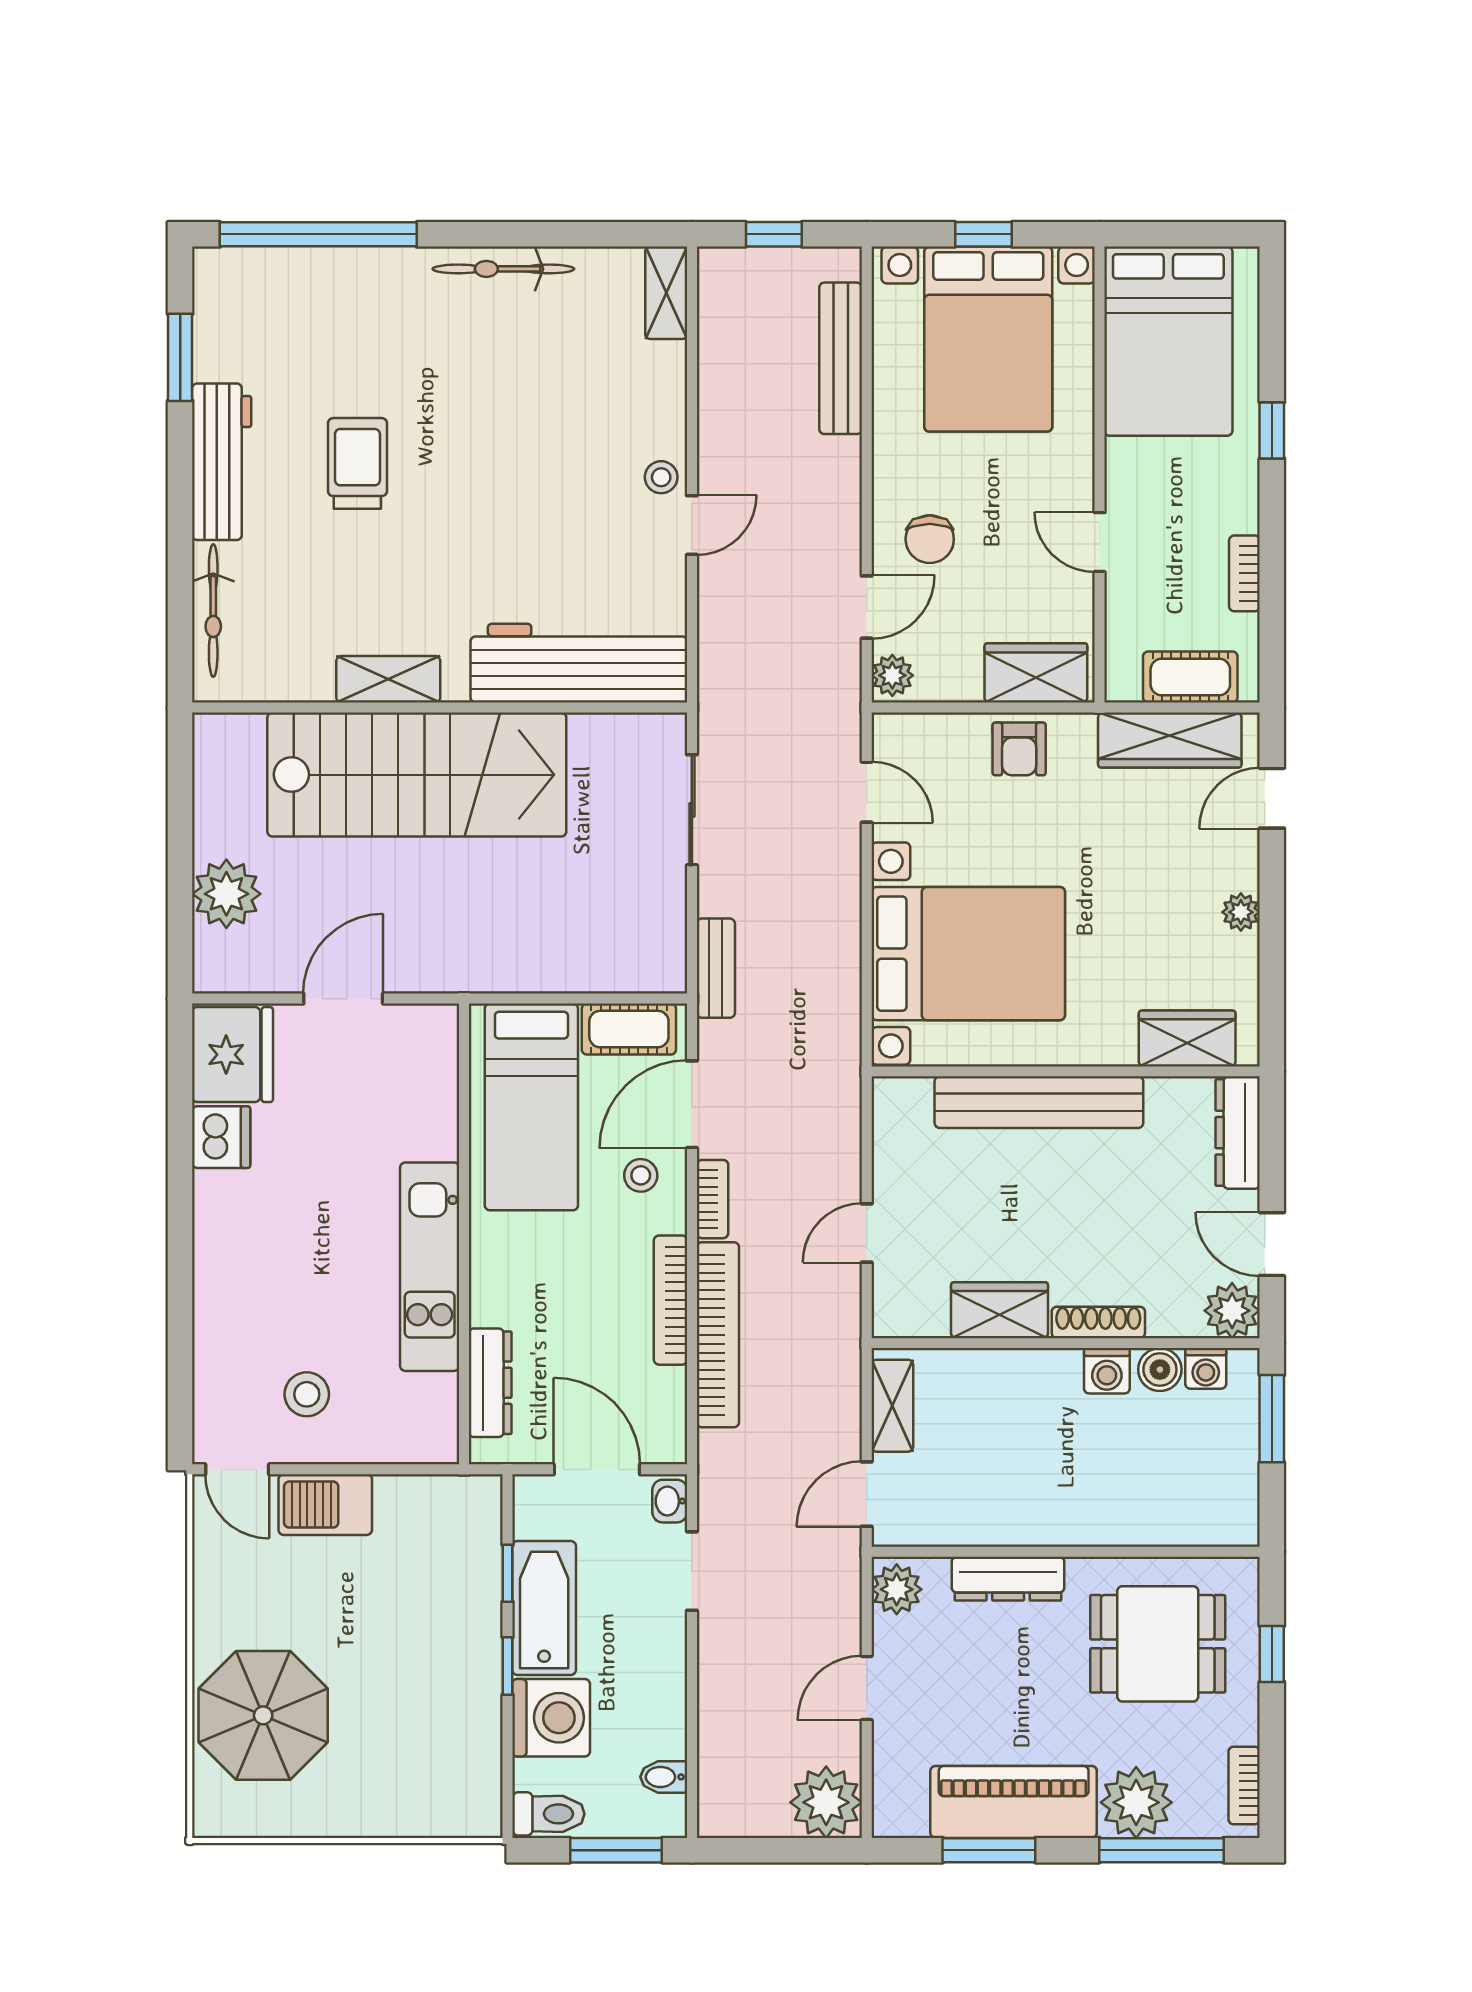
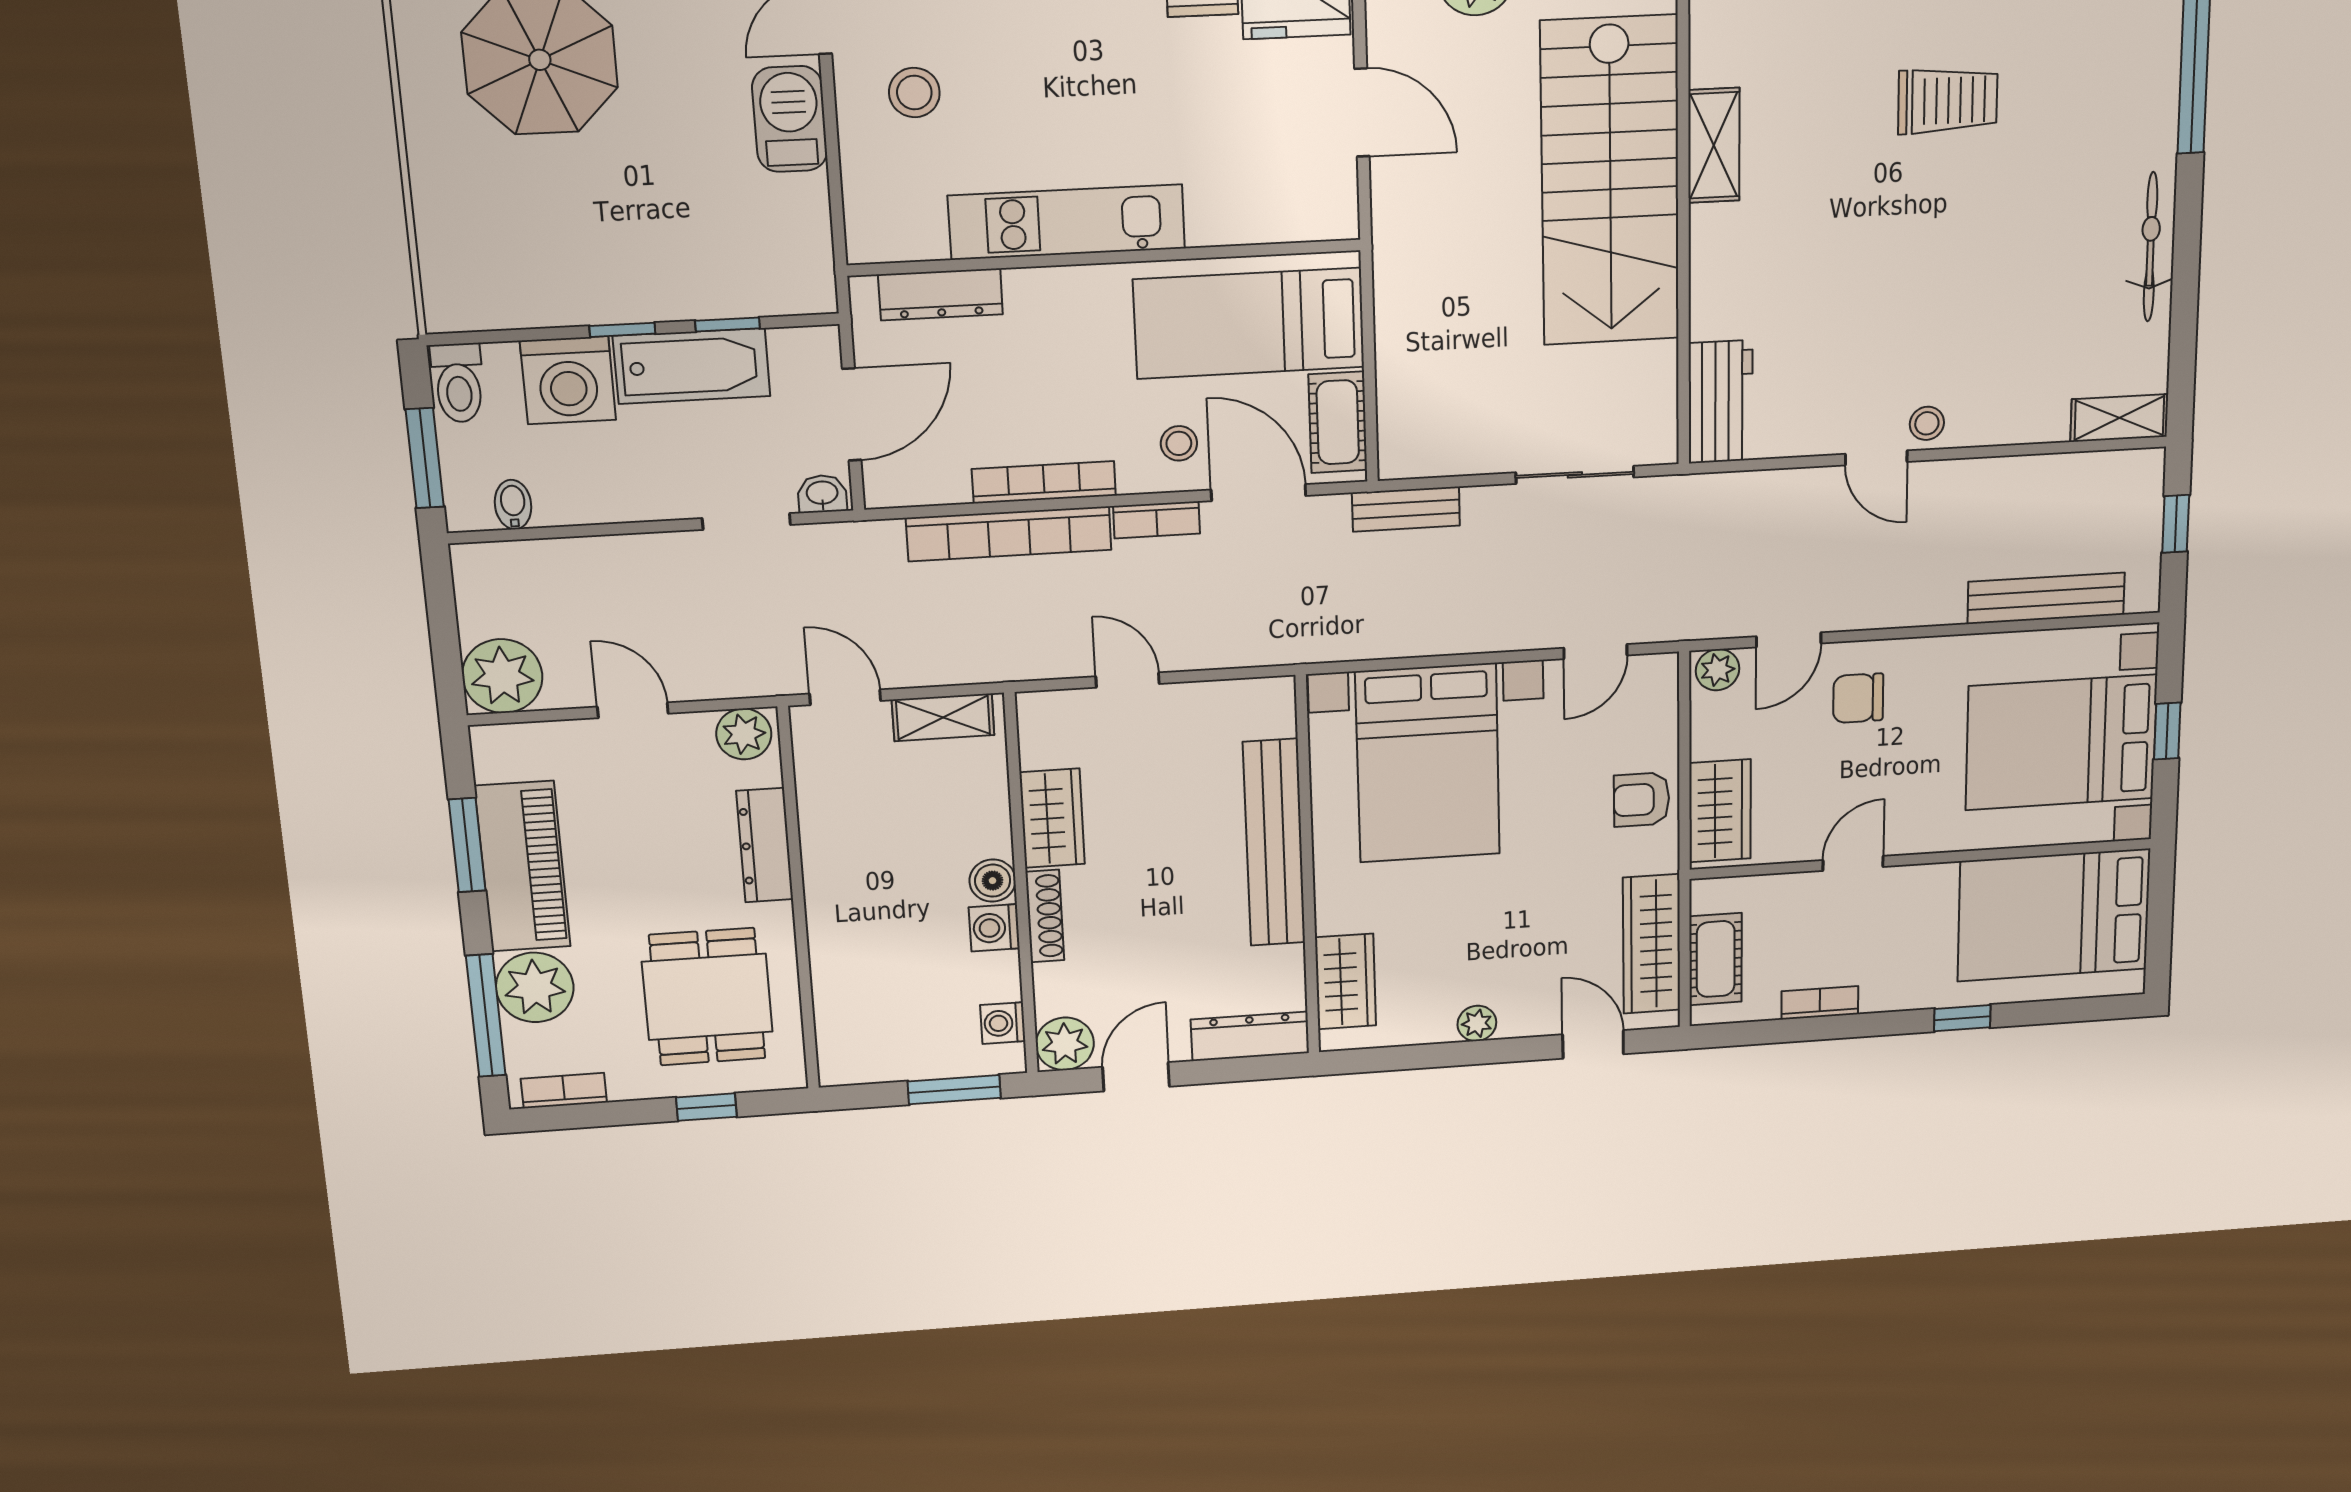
door: (867, 607) -> (1789, 640), hinge flipped
workbench: (579, 663) -> (1721, 402), width x0.53, depth x0.76
boiler: (1160, 1370) -> (993, 881), moved

